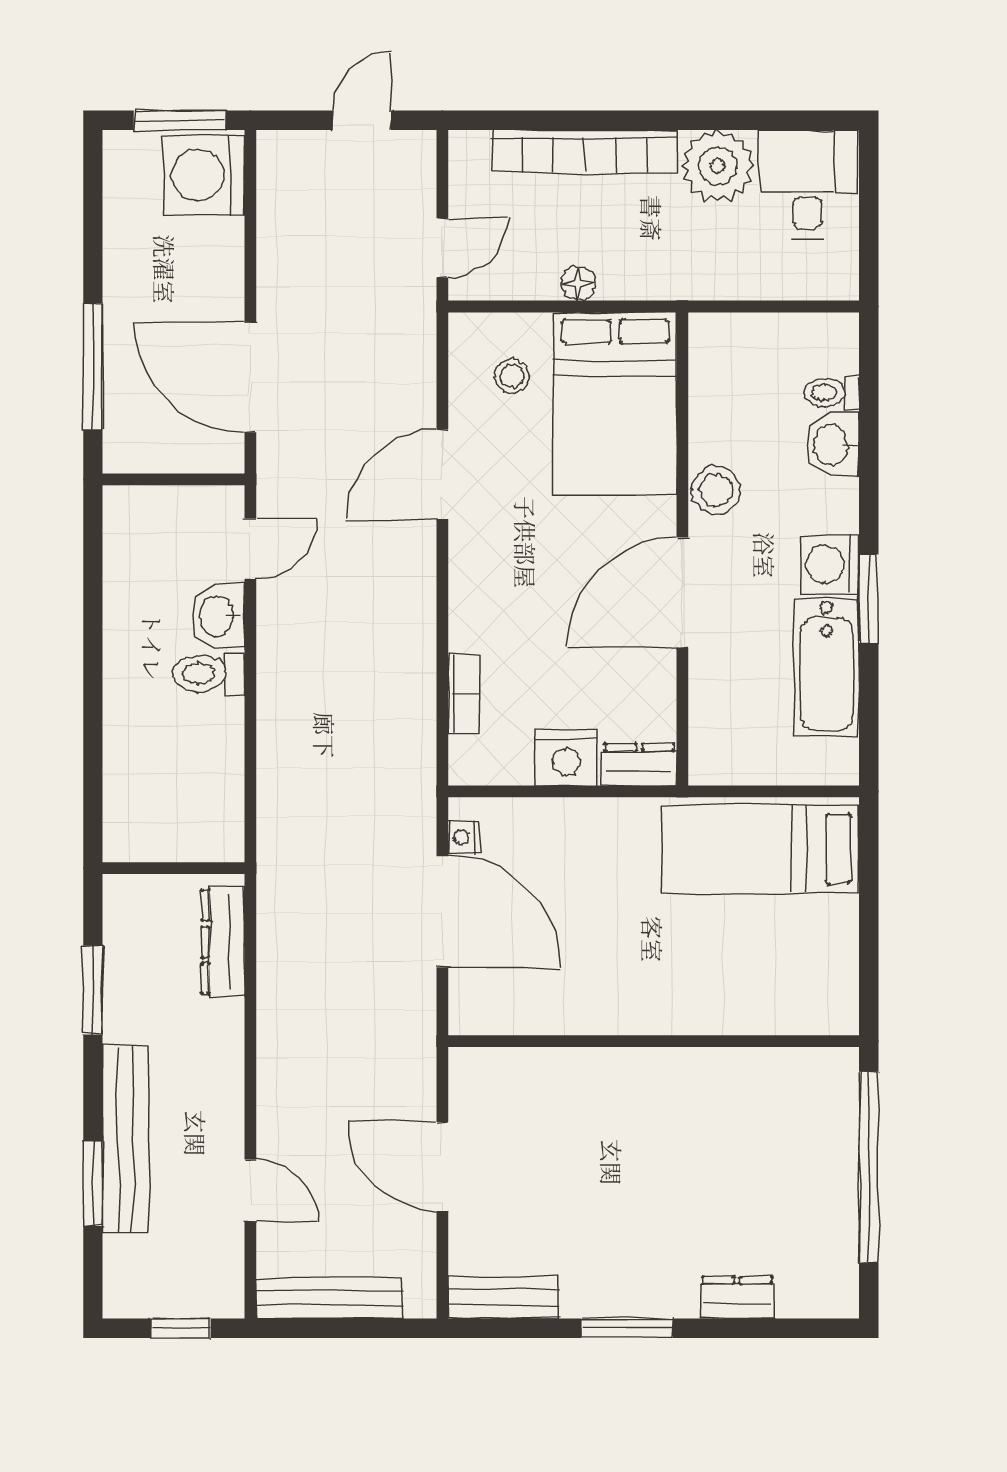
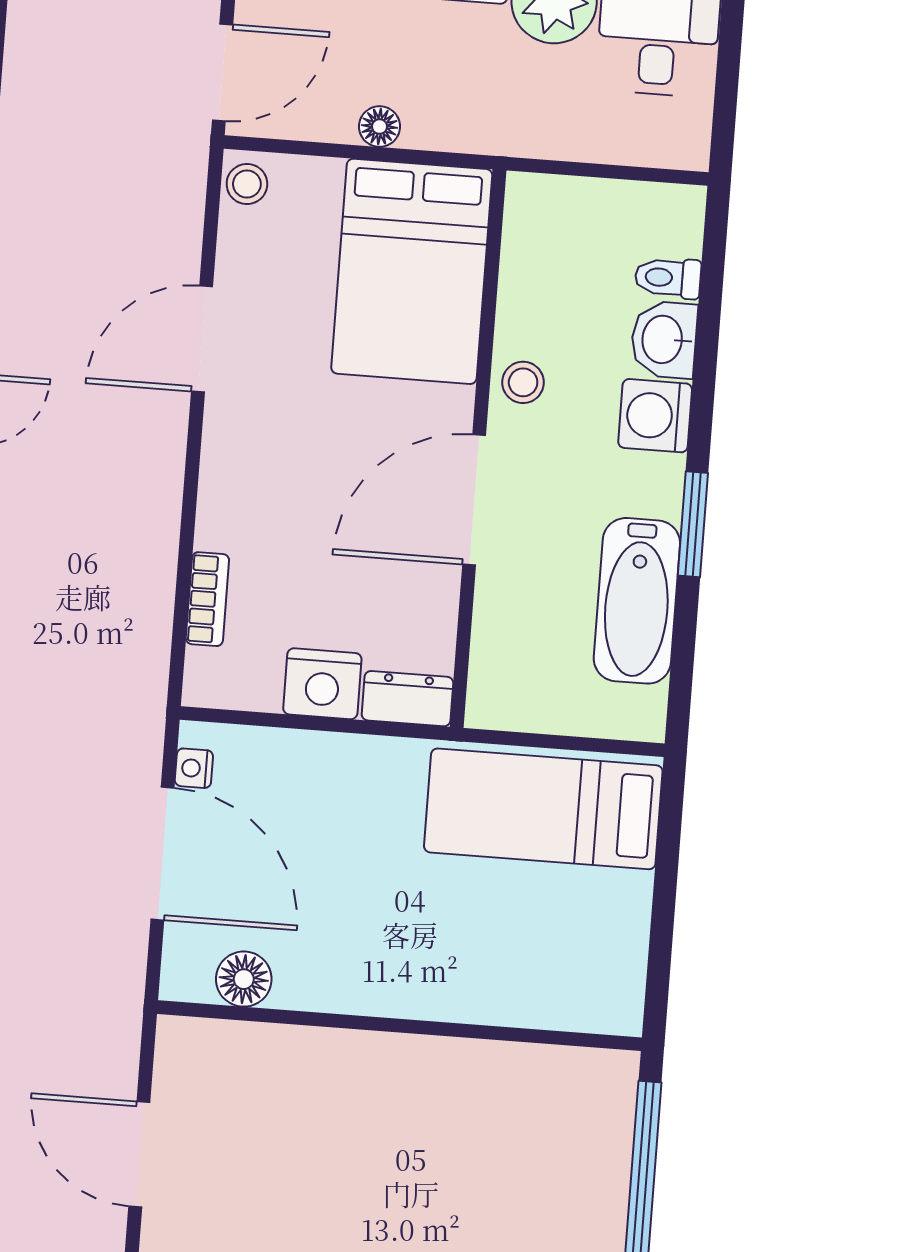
door: (442, 248) -> (223, 72), width x1.37
stool: (512, 376) -> (247, 184), moved
stool: (716, 490) -> (523, 382), width x0.73, depth x0.73
washing machine: (830, 565) -> (655, 416), moved
floor lamp: (519, 1012) -> (244, 979), added

